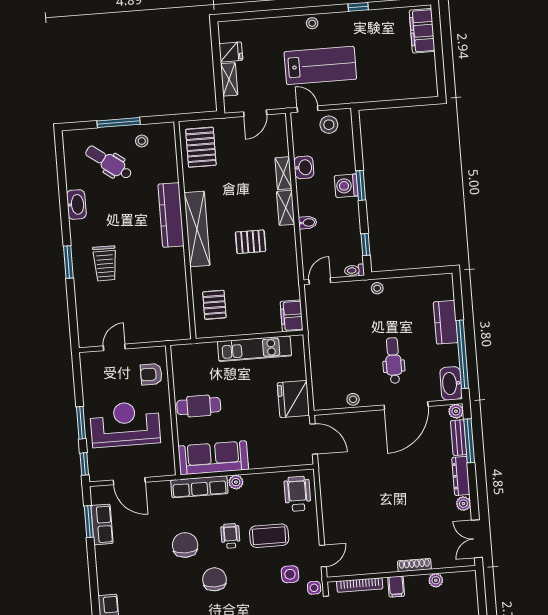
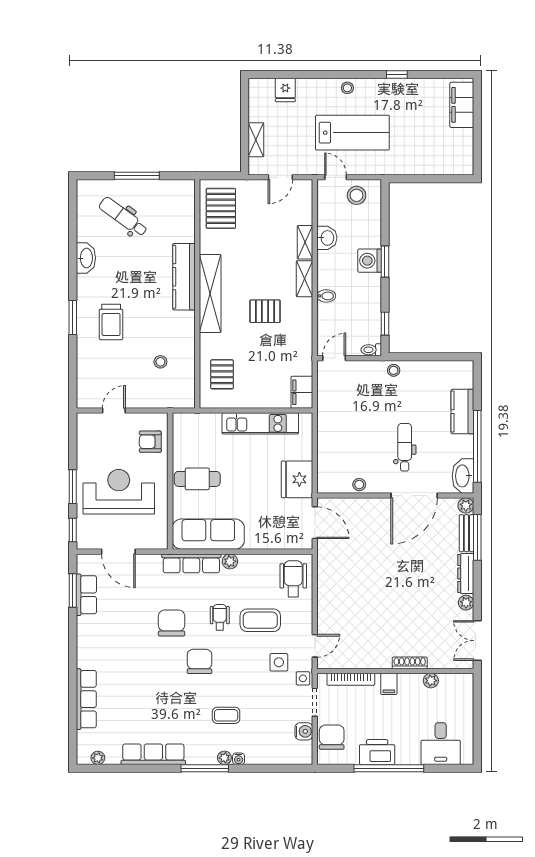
fridge: (231, 52) -> (285, 90), moved, turned 90
stool: (142, 141) -> (160, 362), moved

